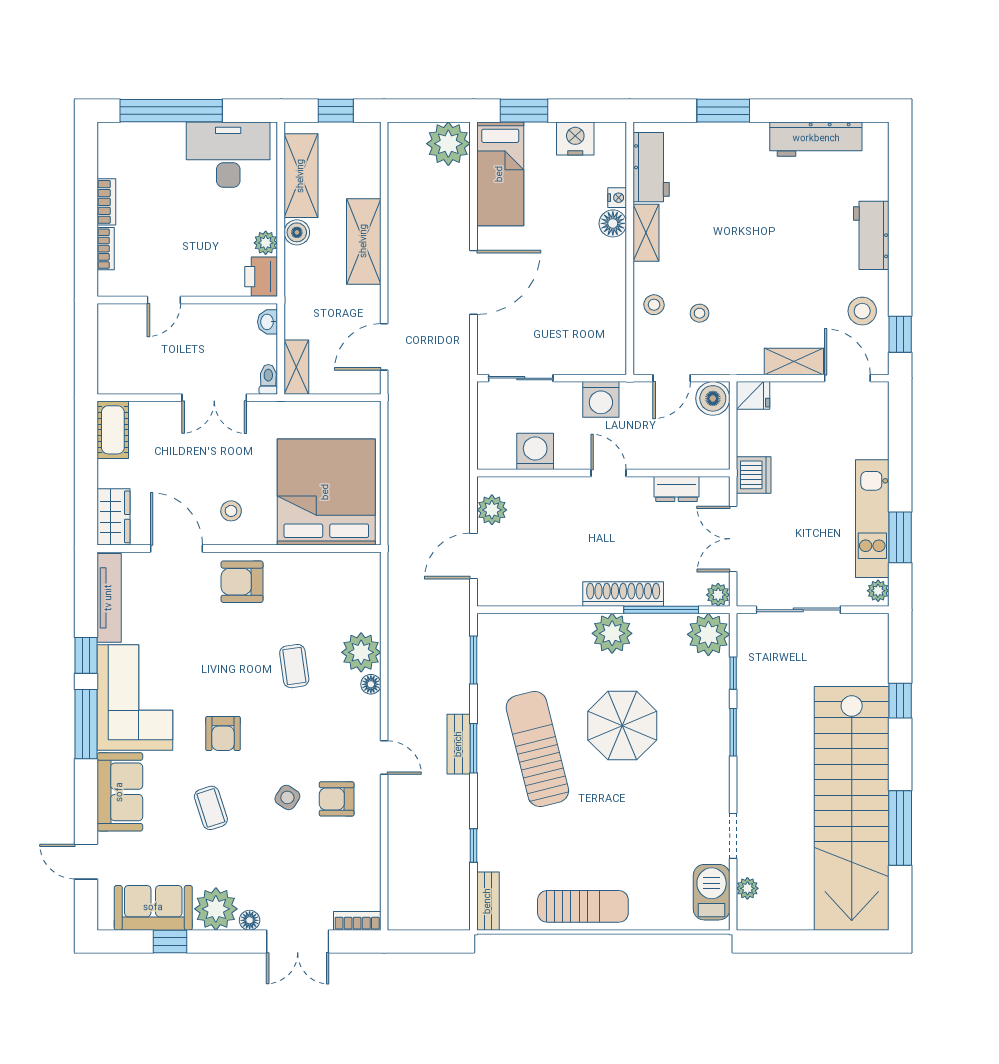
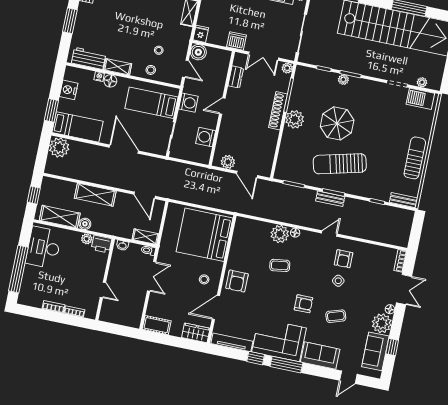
bed: (584, 321) -> (151, 103), added
plant: (708, 634) -> (343, 80), moved, width x0.53, depth x0.53

